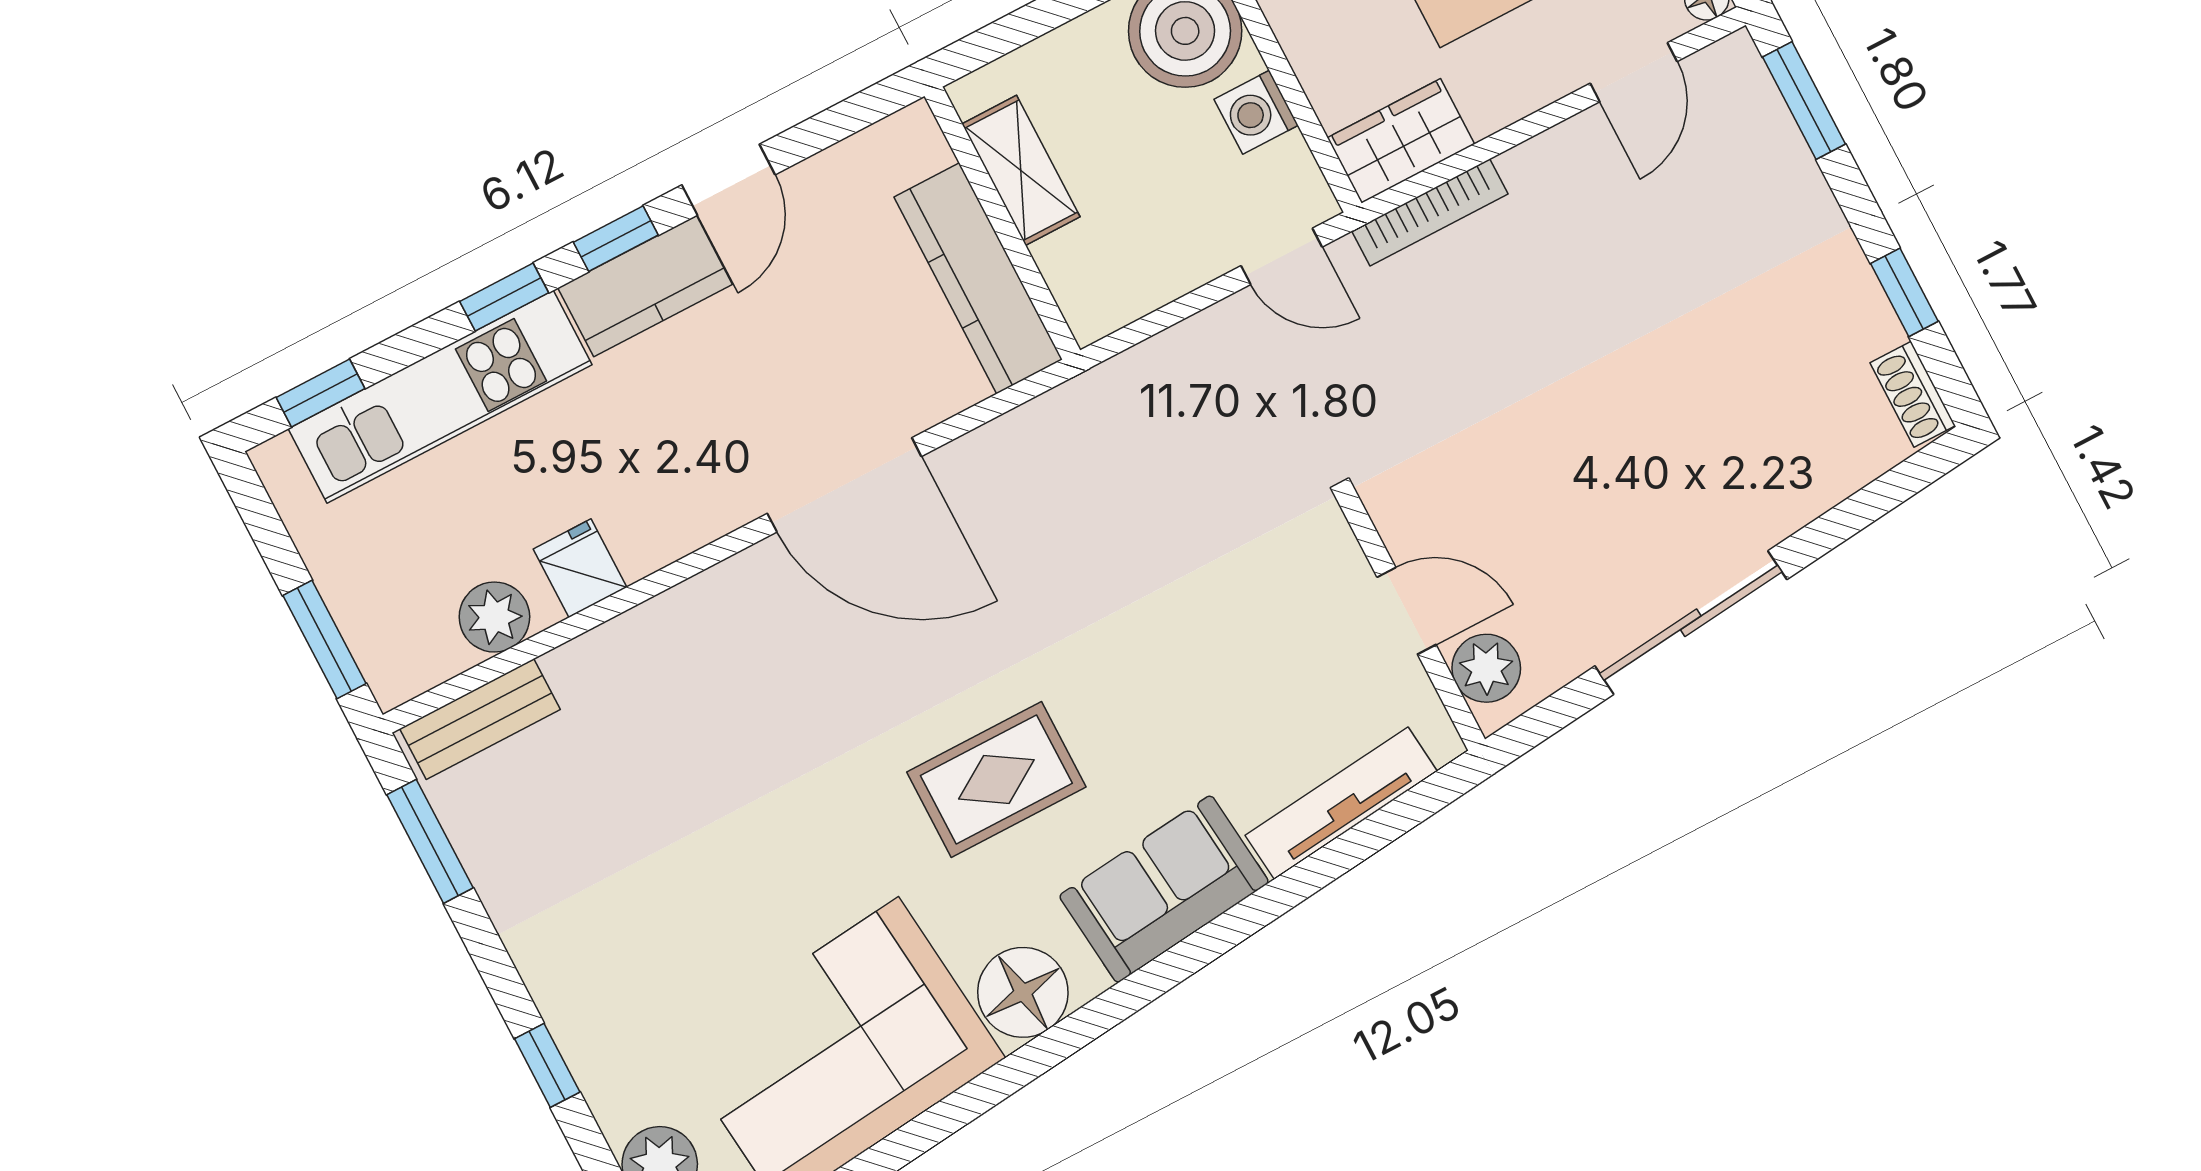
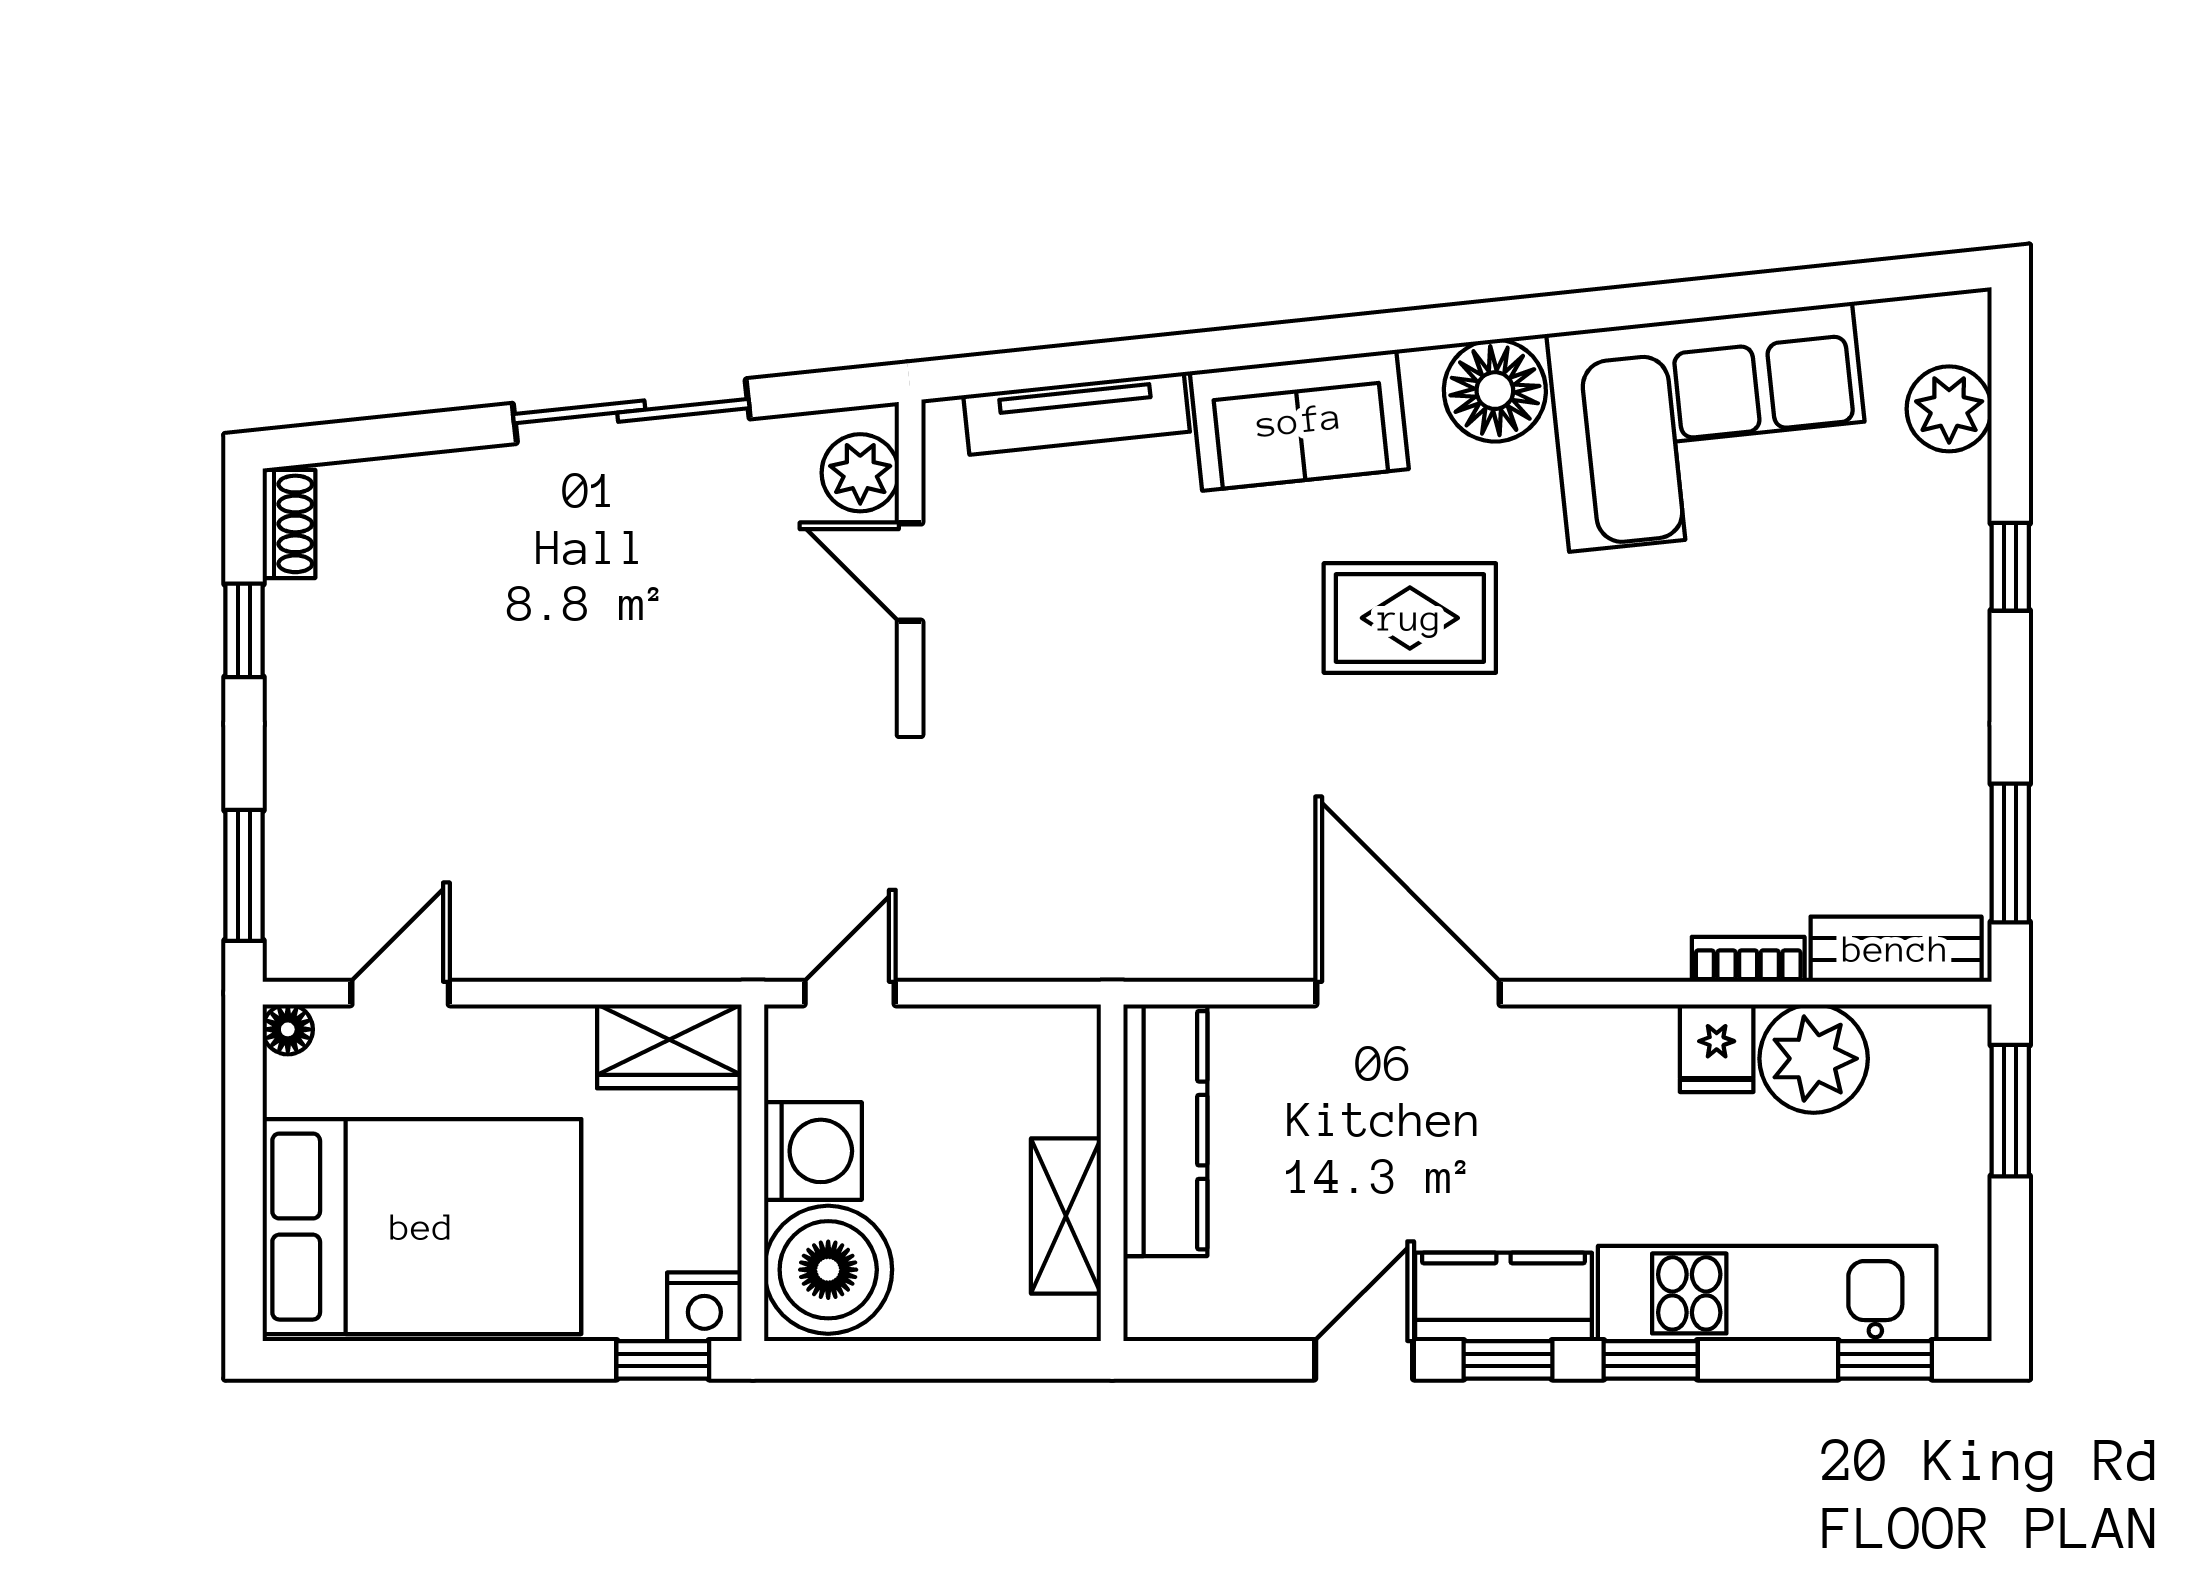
washing machine: (1256, 112) -> (813, 1151), width x1.38, depth x1.38
bookcase: (1430, 213) -> (1748, 959), moved, width x0.64
door: (1282, 256) -> (850, 993), hinge flipped
plant: (494, 617) -> (1814, 1059), width x1.36, depth x1.36

